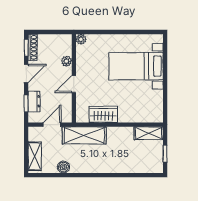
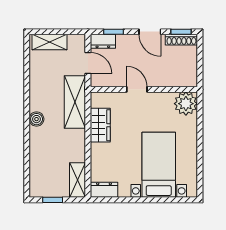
plant: (81, 39) -> (186, 104), width x1.88, depth x1.88
plant: (67, 61) -> (165, 81), removed
dresser: (34, 101) -> (103, 41), moved
dresser: (157, 111) -> (104, 190), added
boiler: (63, 167) -> (37, 119), moved

